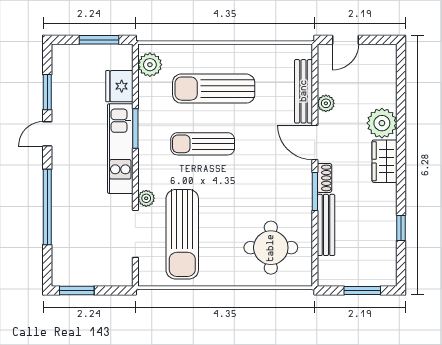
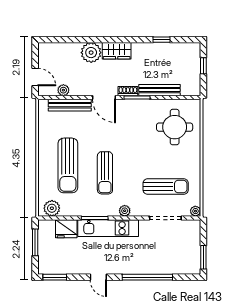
window: (47, 92) -> (55, 277), moved
plant: (326, 103) -> (63, 90), moved
door: (315, 142) -> (104, 98), hinge flipped
plant: (146, 198) -> (125, 211), moved
sun lounger: (182, 234) -> (166, 187), width x0.73, depth x0.75
plant: (146, 279) -> (195, 211), added
window: (362, 291) -> (203, 66), width x0.67

